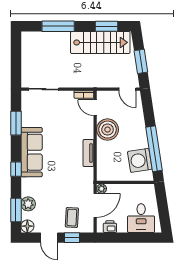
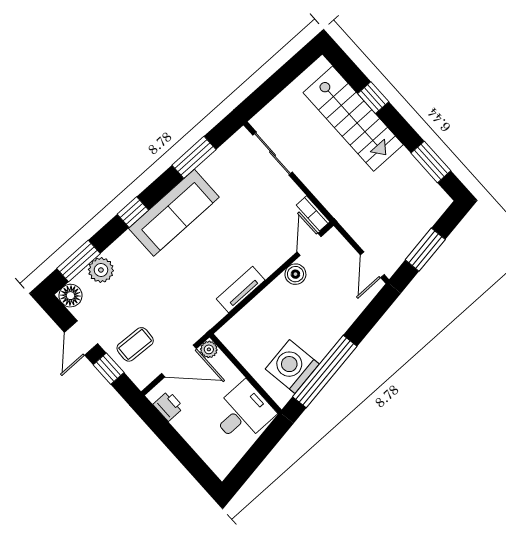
window: (58, 26) -> (373, 98), width x0.46
stairs: (100, 42) -> (353, 119), moved
boiler: (108, 130) -> (295, 274), width x0.54, depth x0.54
desk: (141, 218) -> (243, 413), moved, turned 180

